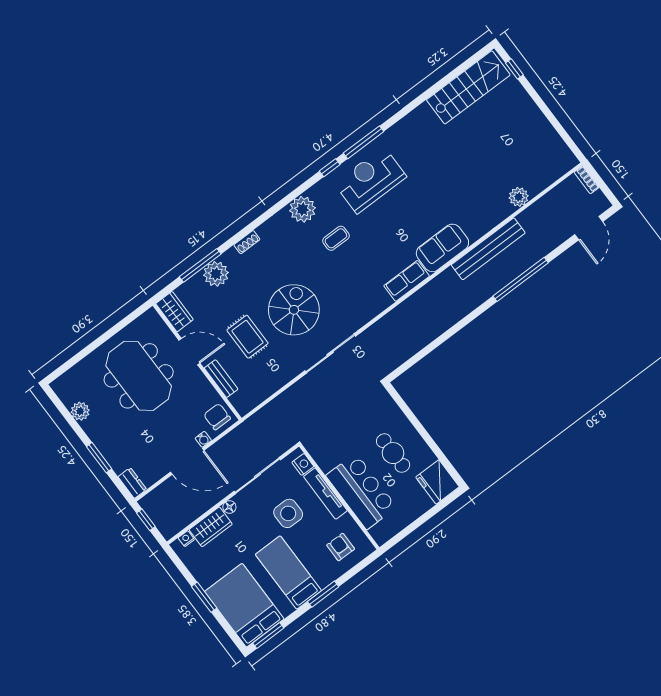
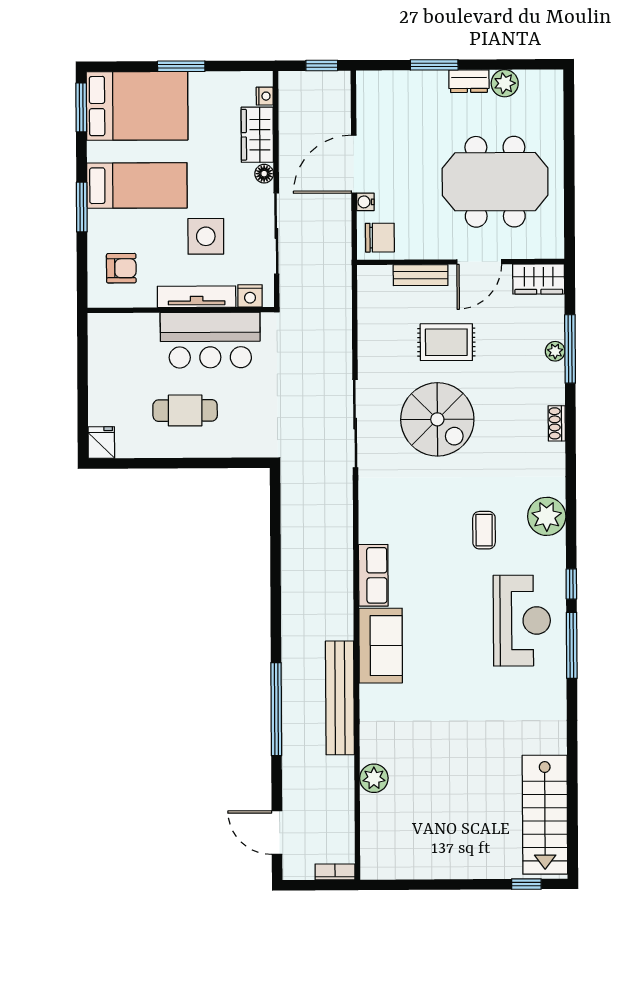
plant: (216, 274) -> (555, 351), width x0.53, depth x0.53
fridge: (438, 482) -> (101, 443), width x0.53, depth x0.75
dresser: (132, 483) -> (469, 81), moved
bar counter: (361, 491) -> (210, 340), moved

